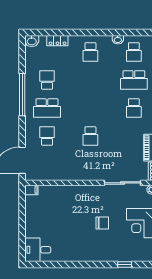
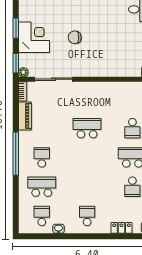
school desk: (90, 136) -> (87, 128), width x1.85

